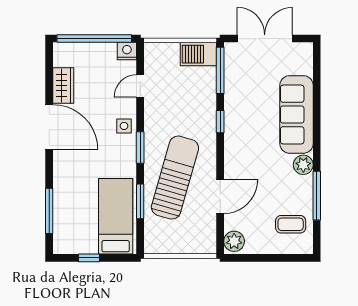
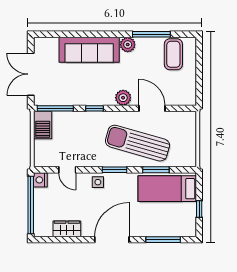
door: (49, 127) -> (112, 240), moved
coffee table: (291, 224) -> (173, 54), width x1.36, depth x1.30
plant: (234, 241) -> (123, 98), moved

